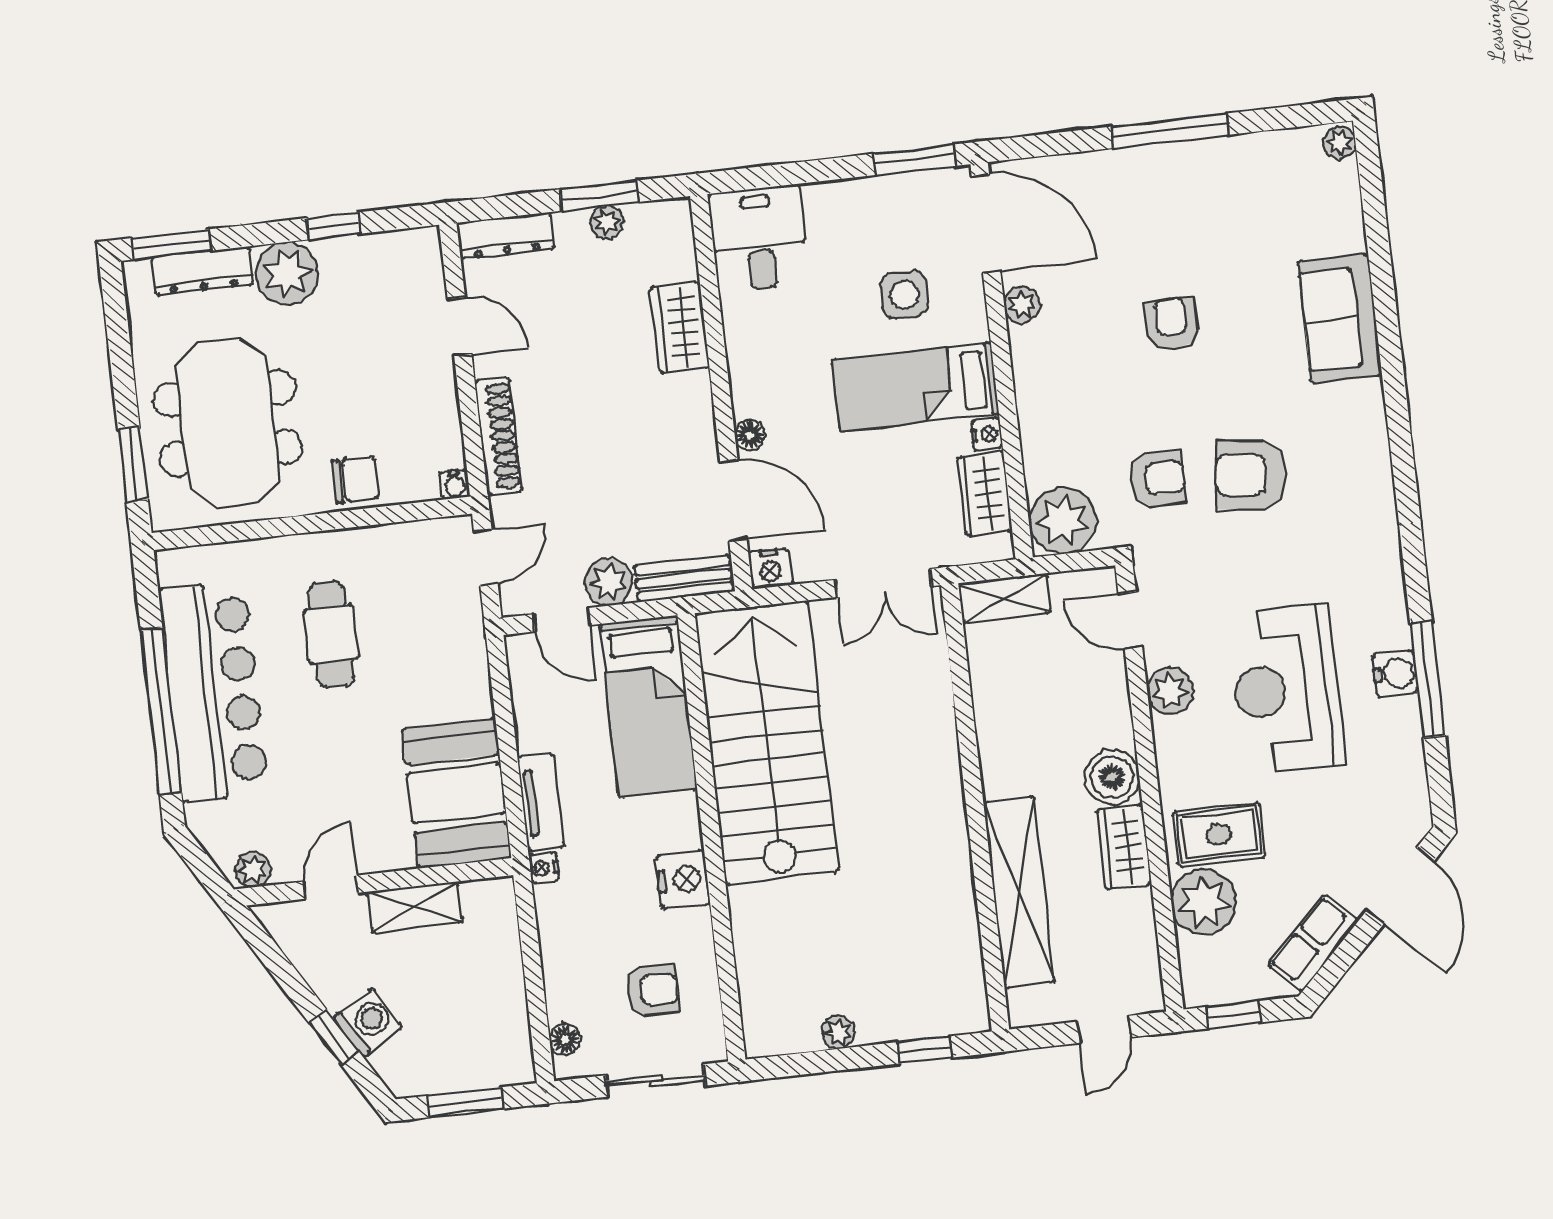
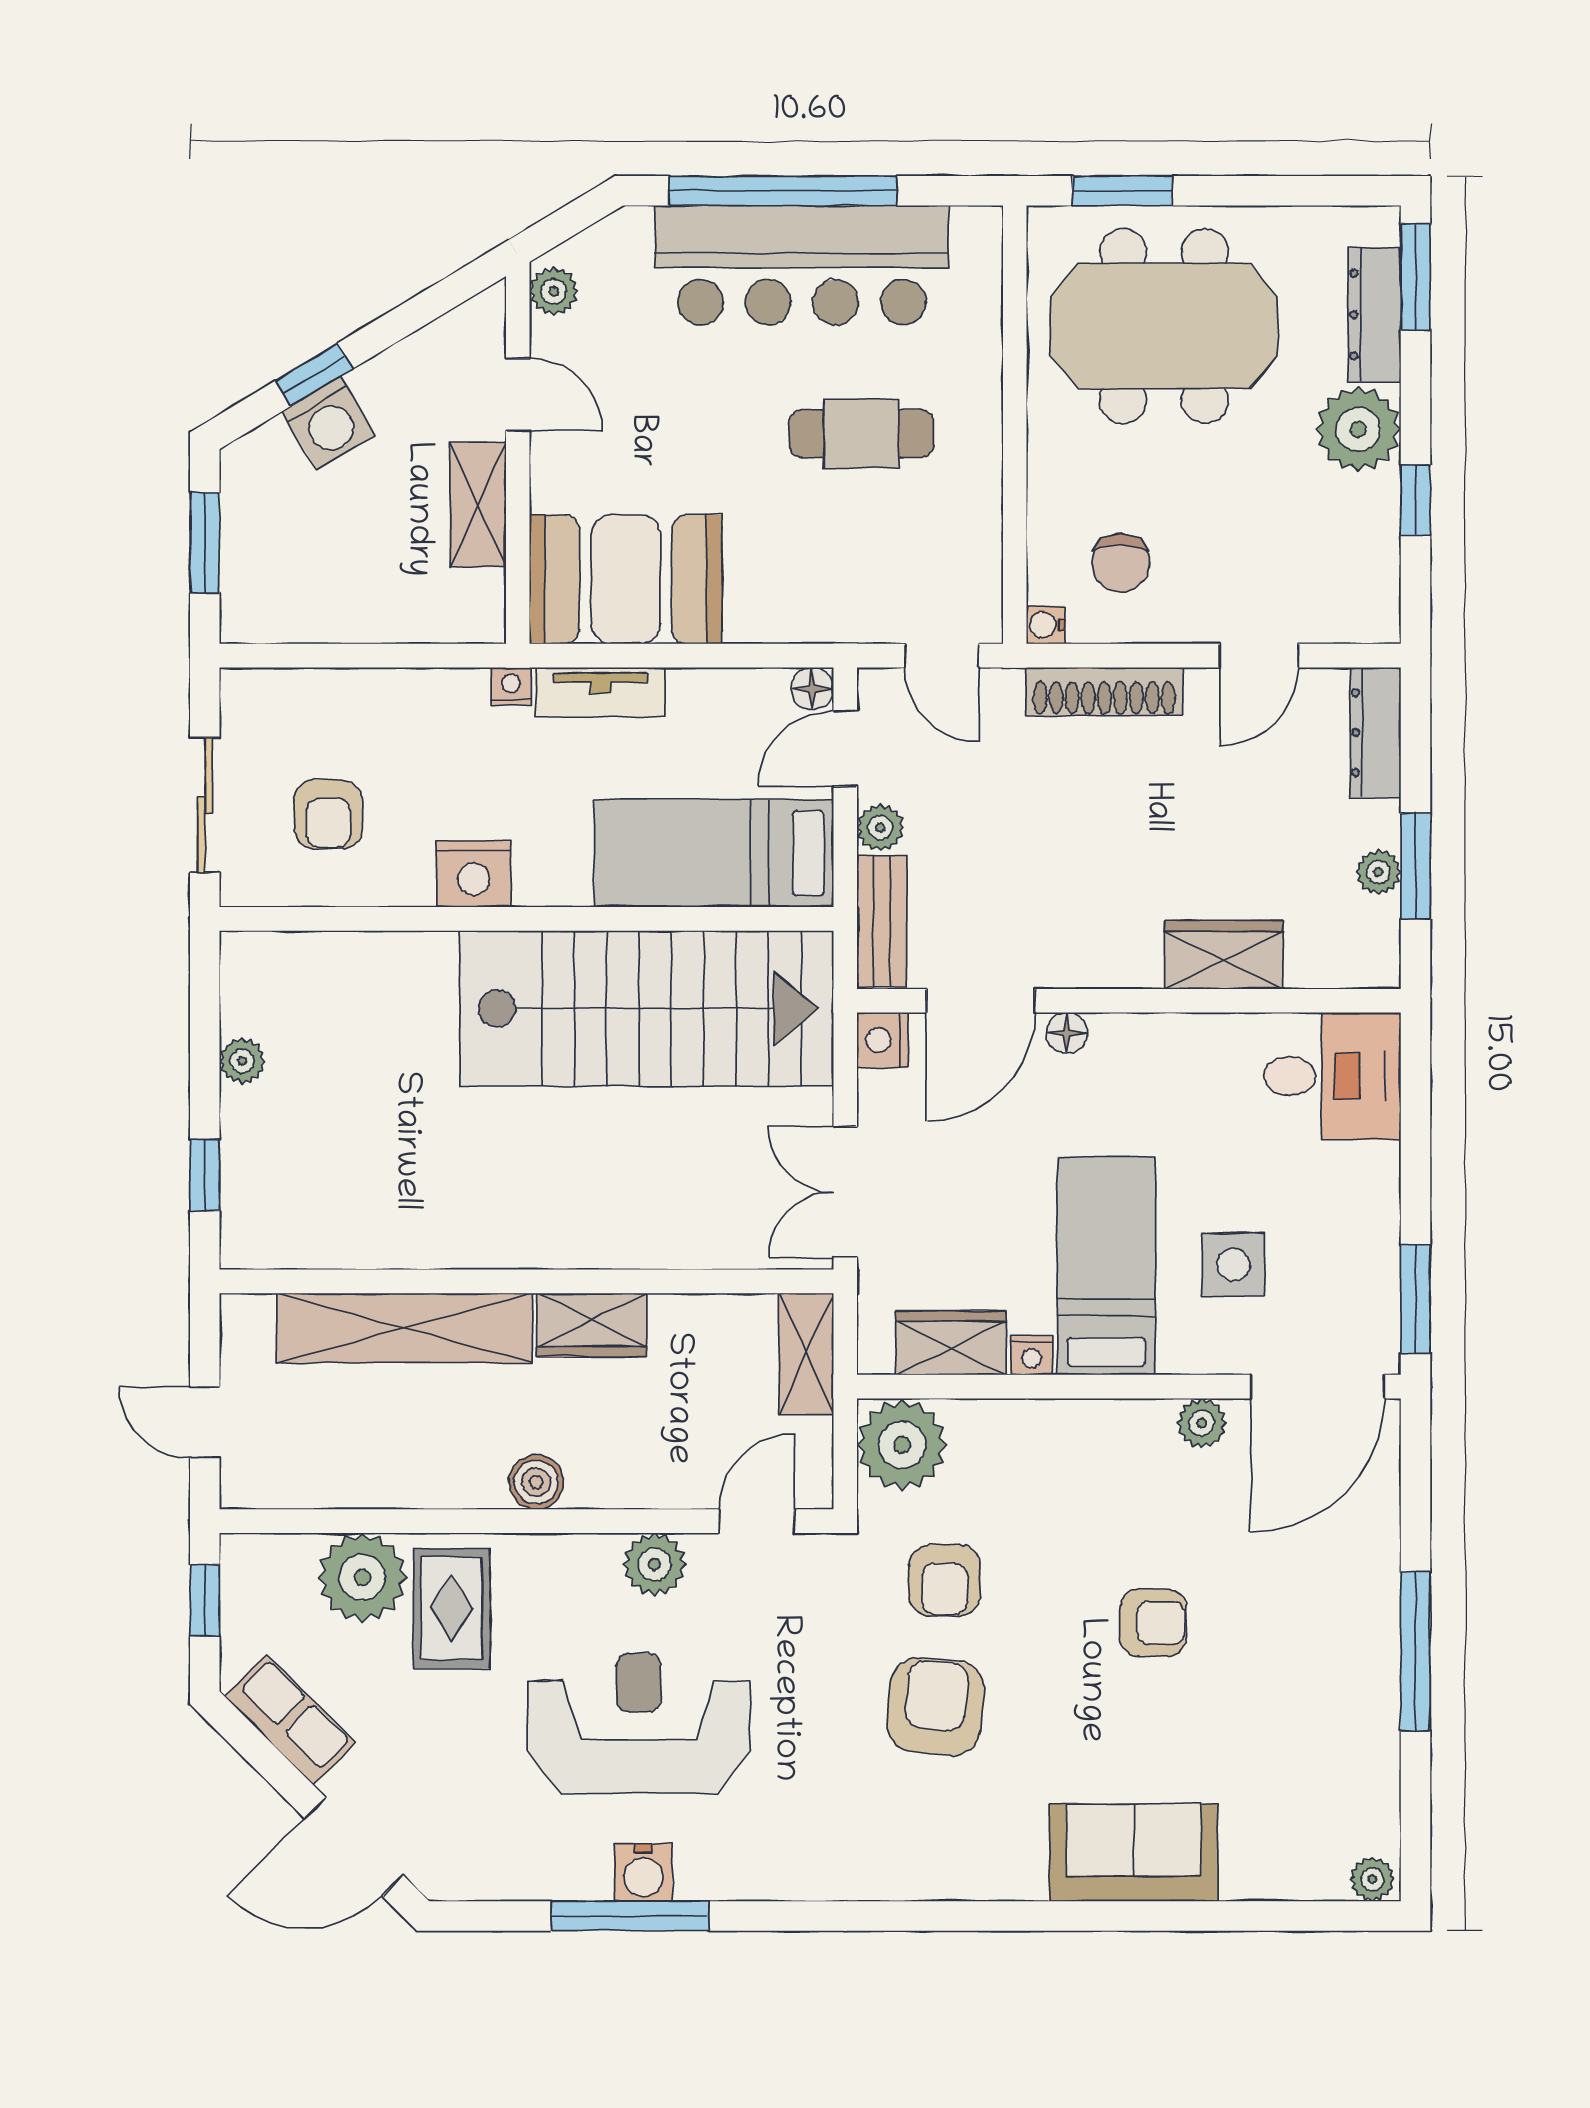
chair: (355, 479) -> (1121, 563), moved
plant: (609, 582) -> (880, 828), width x0.73, depth x0.73
boiler: (1112, 777) -> (536, 1482), width x0.73, depth x0.73
wardrobe: (1124, 847) -> (592, 1325), moved, turned 180
floor lamp: (565, 1039) -> (812, 689), moved

